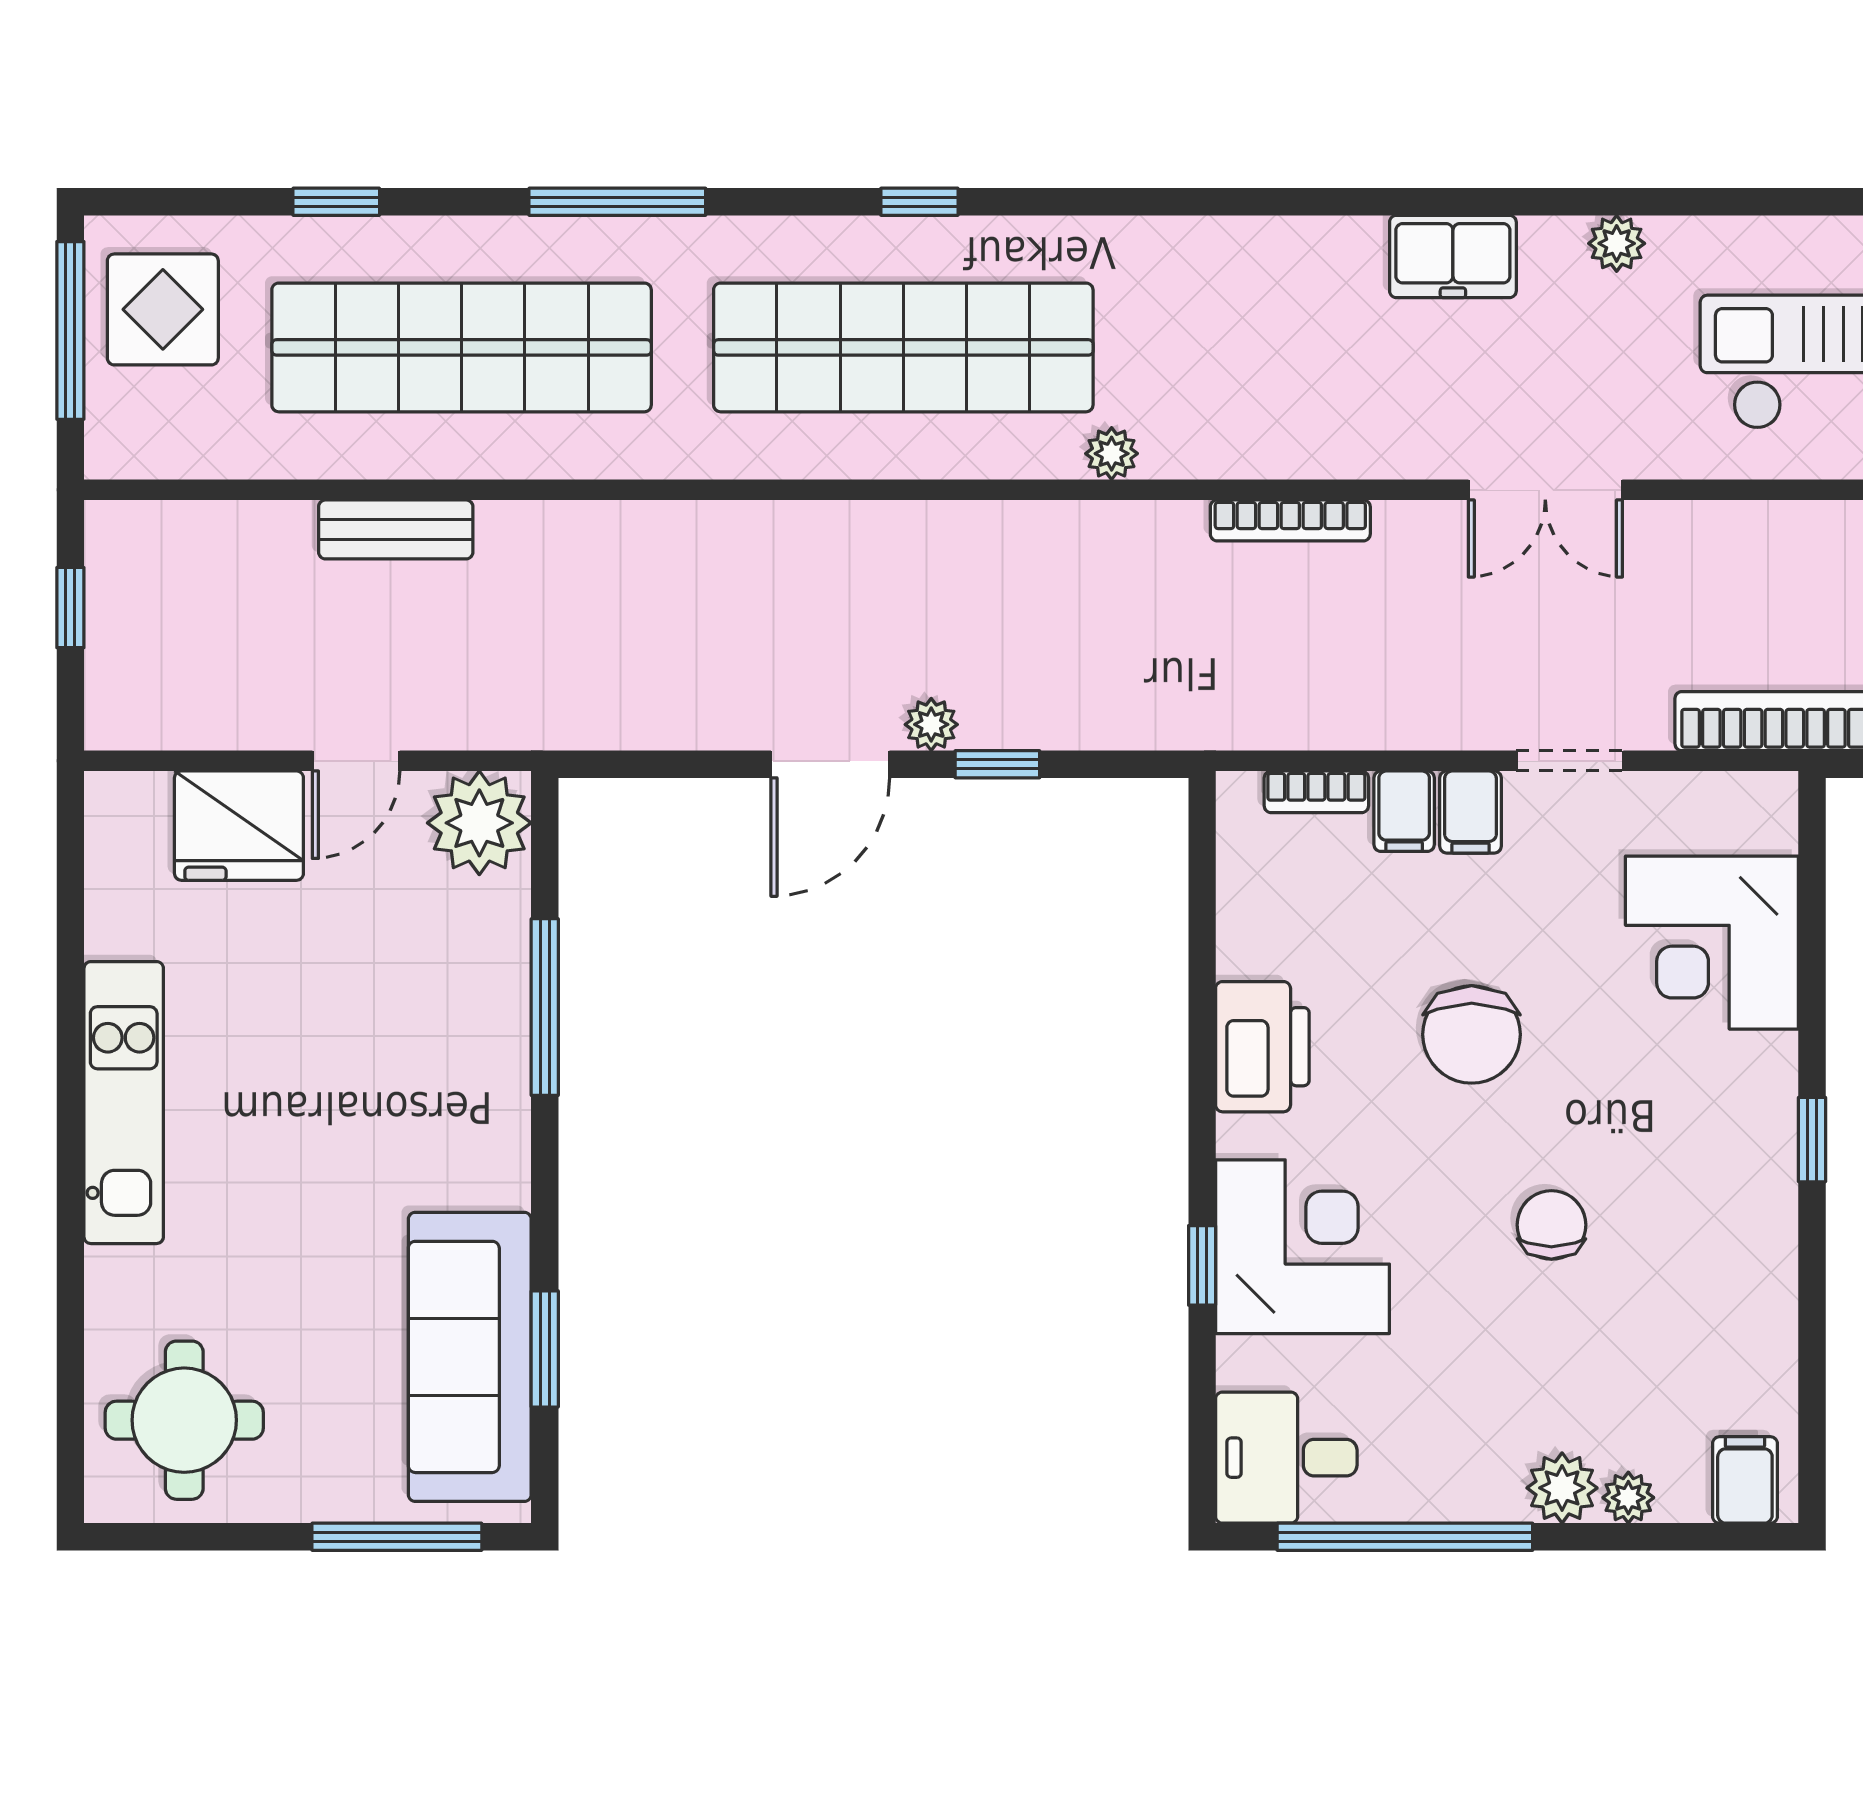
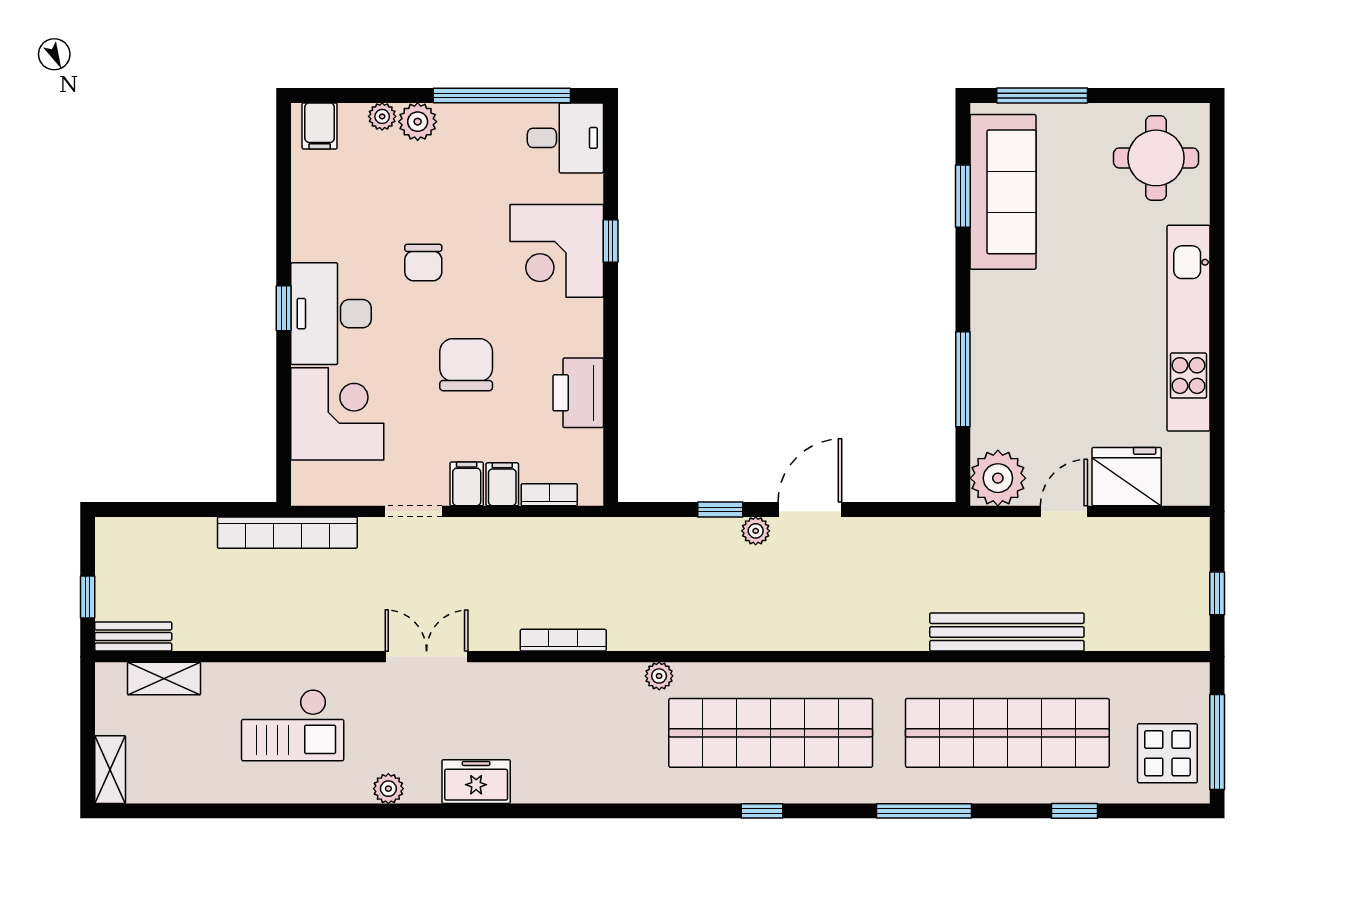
bench: (396, 529) -> (1007, 632), width x1.86, depth x1.21
printer: (1262, 1047) -> (578, 393), moved
kitchen unit: (124, 1103) -> (1188, 328), width x1.36
desk: (1724, 1130) -> (331, 314), added

